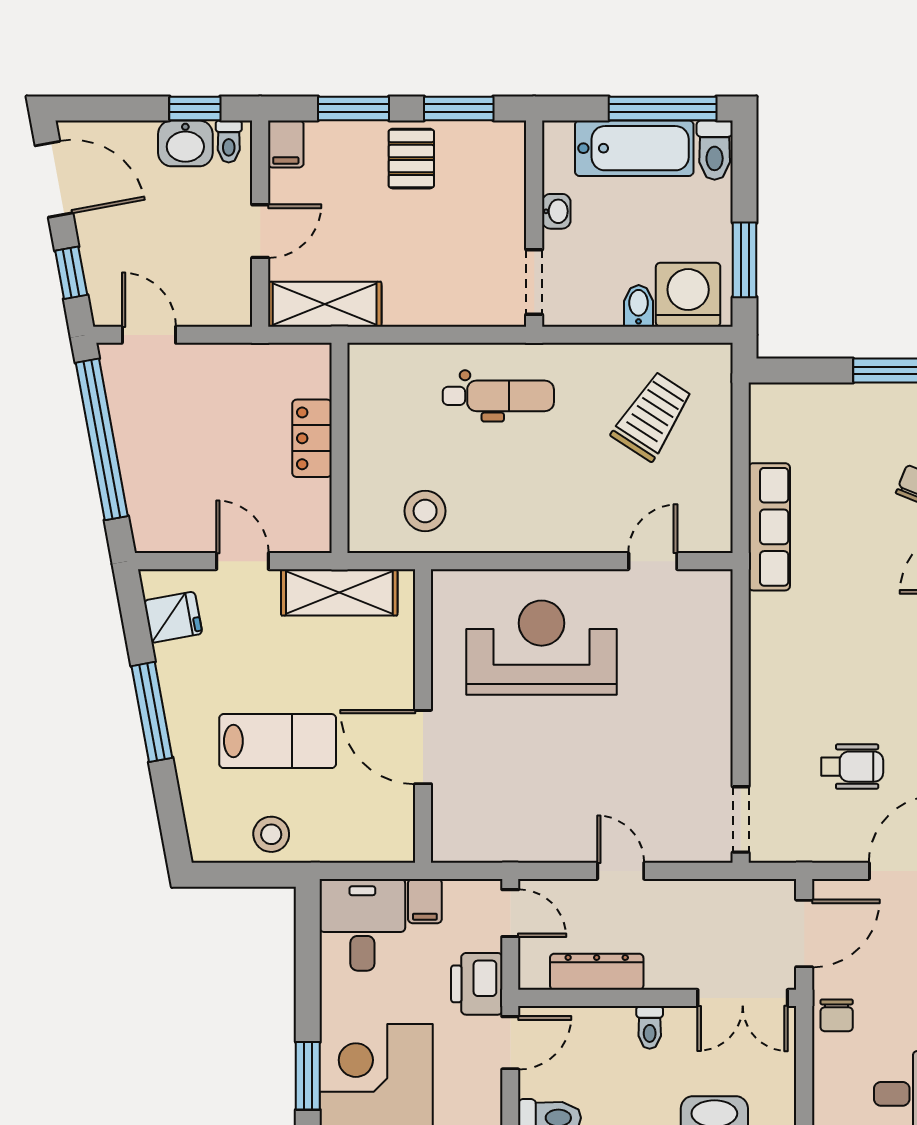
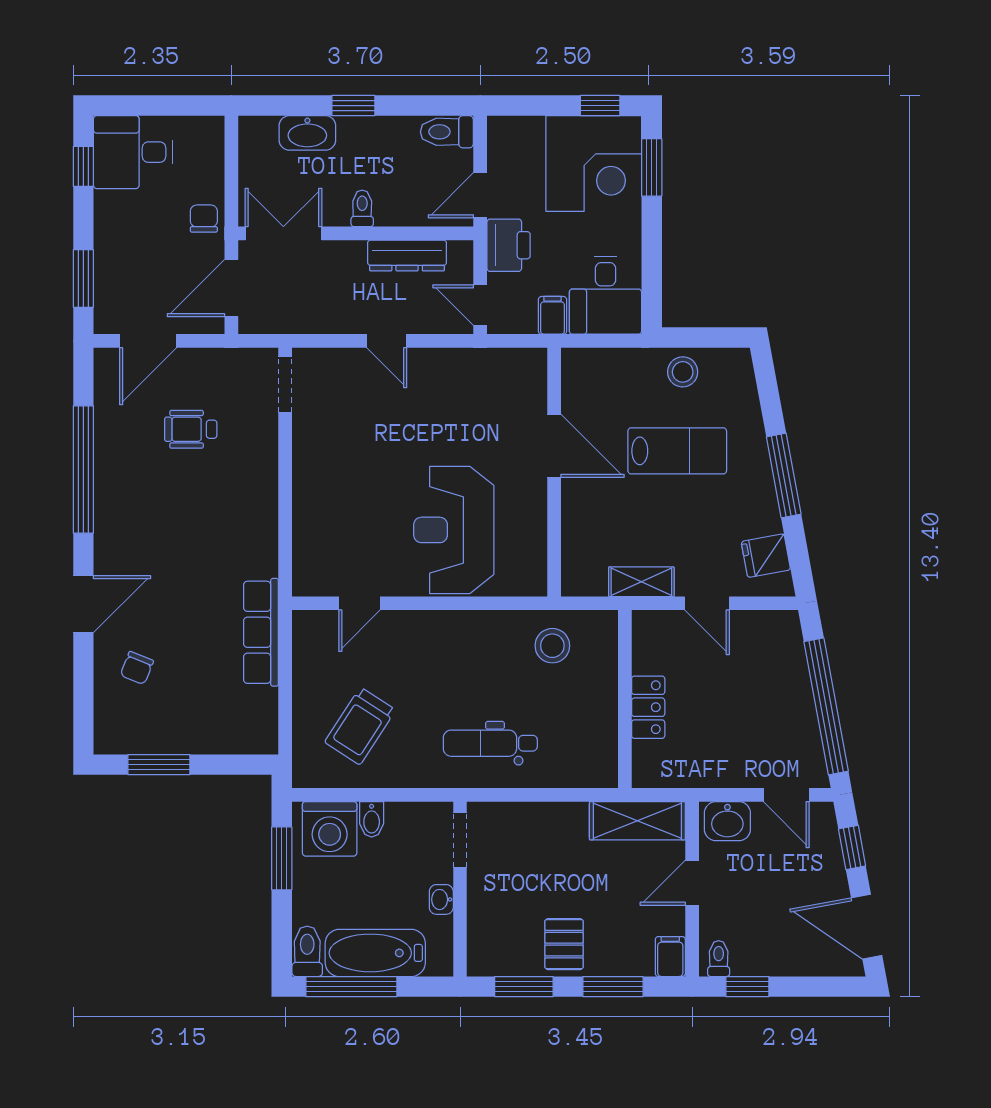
washbasin: (185, 143) -> (727, 821), moved, turned 180
shelving: (339, 592) -> (641, 582), width x0.67, depth x0.75
reception desk: (542, 648) -> (454, 530), turned 90
lab bench: (278, 741) -> (677, 451), turned 180

